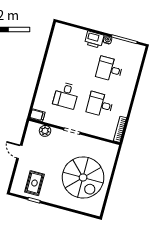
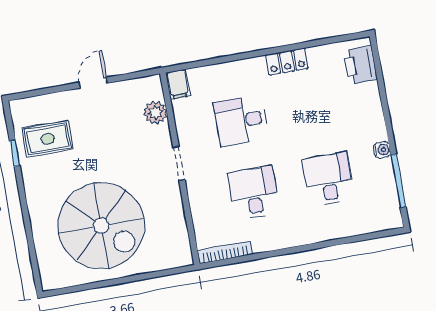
printer: (94, 40) -> (360, 65), moved
locker: (50, 63) -> (287, 62), added
spiral stairs: (83, 177) -> (101, 226), turned -90

